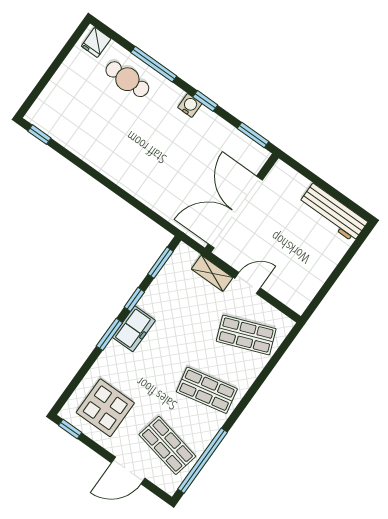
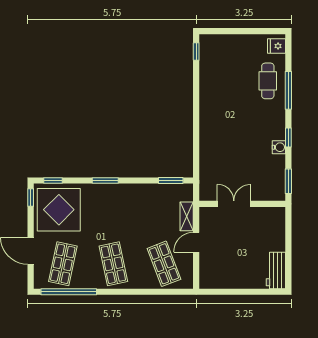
water cooler: (190, 105) -> (279, 147), moved
double door: (235, 212) -> (234, 204), width x0.54
workbench: (333, 213) -> (276, 271), width x0.73
door: (248, 283) -> (196, 242), swing flipped
window: (134, 299) -> (53, 180), moved
freezer: (134, 329) -> (119, 193), removed
display table: (105, 408) -> (59, 210), width x1.36, depth x1.36

